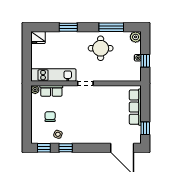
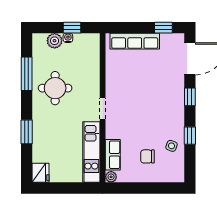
plant: (136, 37) -> (55, 41), moved
window: (44, 148) -> (190, 97), moved

